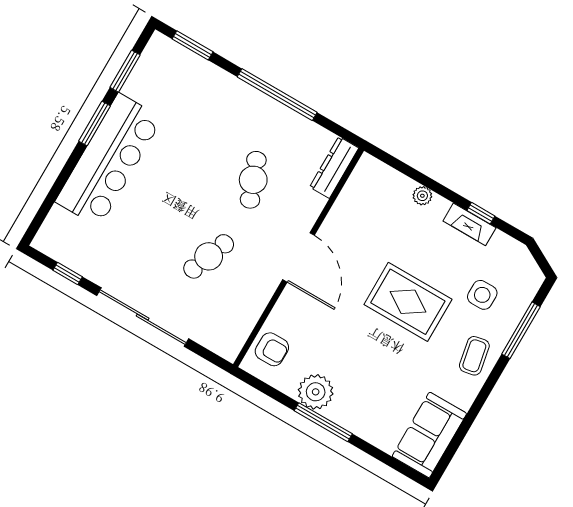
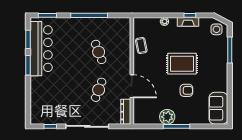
bar counter: (109, 160) -> (41, 49), moved
dresser: (334, 167) -> (126, 112), moved
door: (298, 257) -> (132, 86), moved
side table: (482, 295) -> (217, 29), moved
armchair: (272, 349) -> (186, 90), moved
coffee table: (474, 356) -> (141, 46), moved

